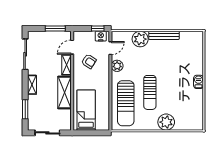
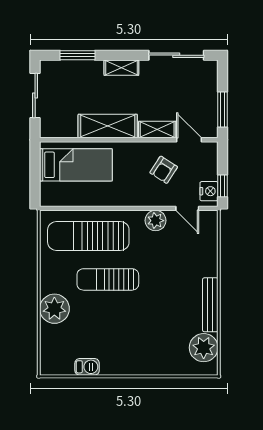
plant: (140, 39) -> (204, 348), moved
barbecue: (199, 82) -> (87, 367), moved

